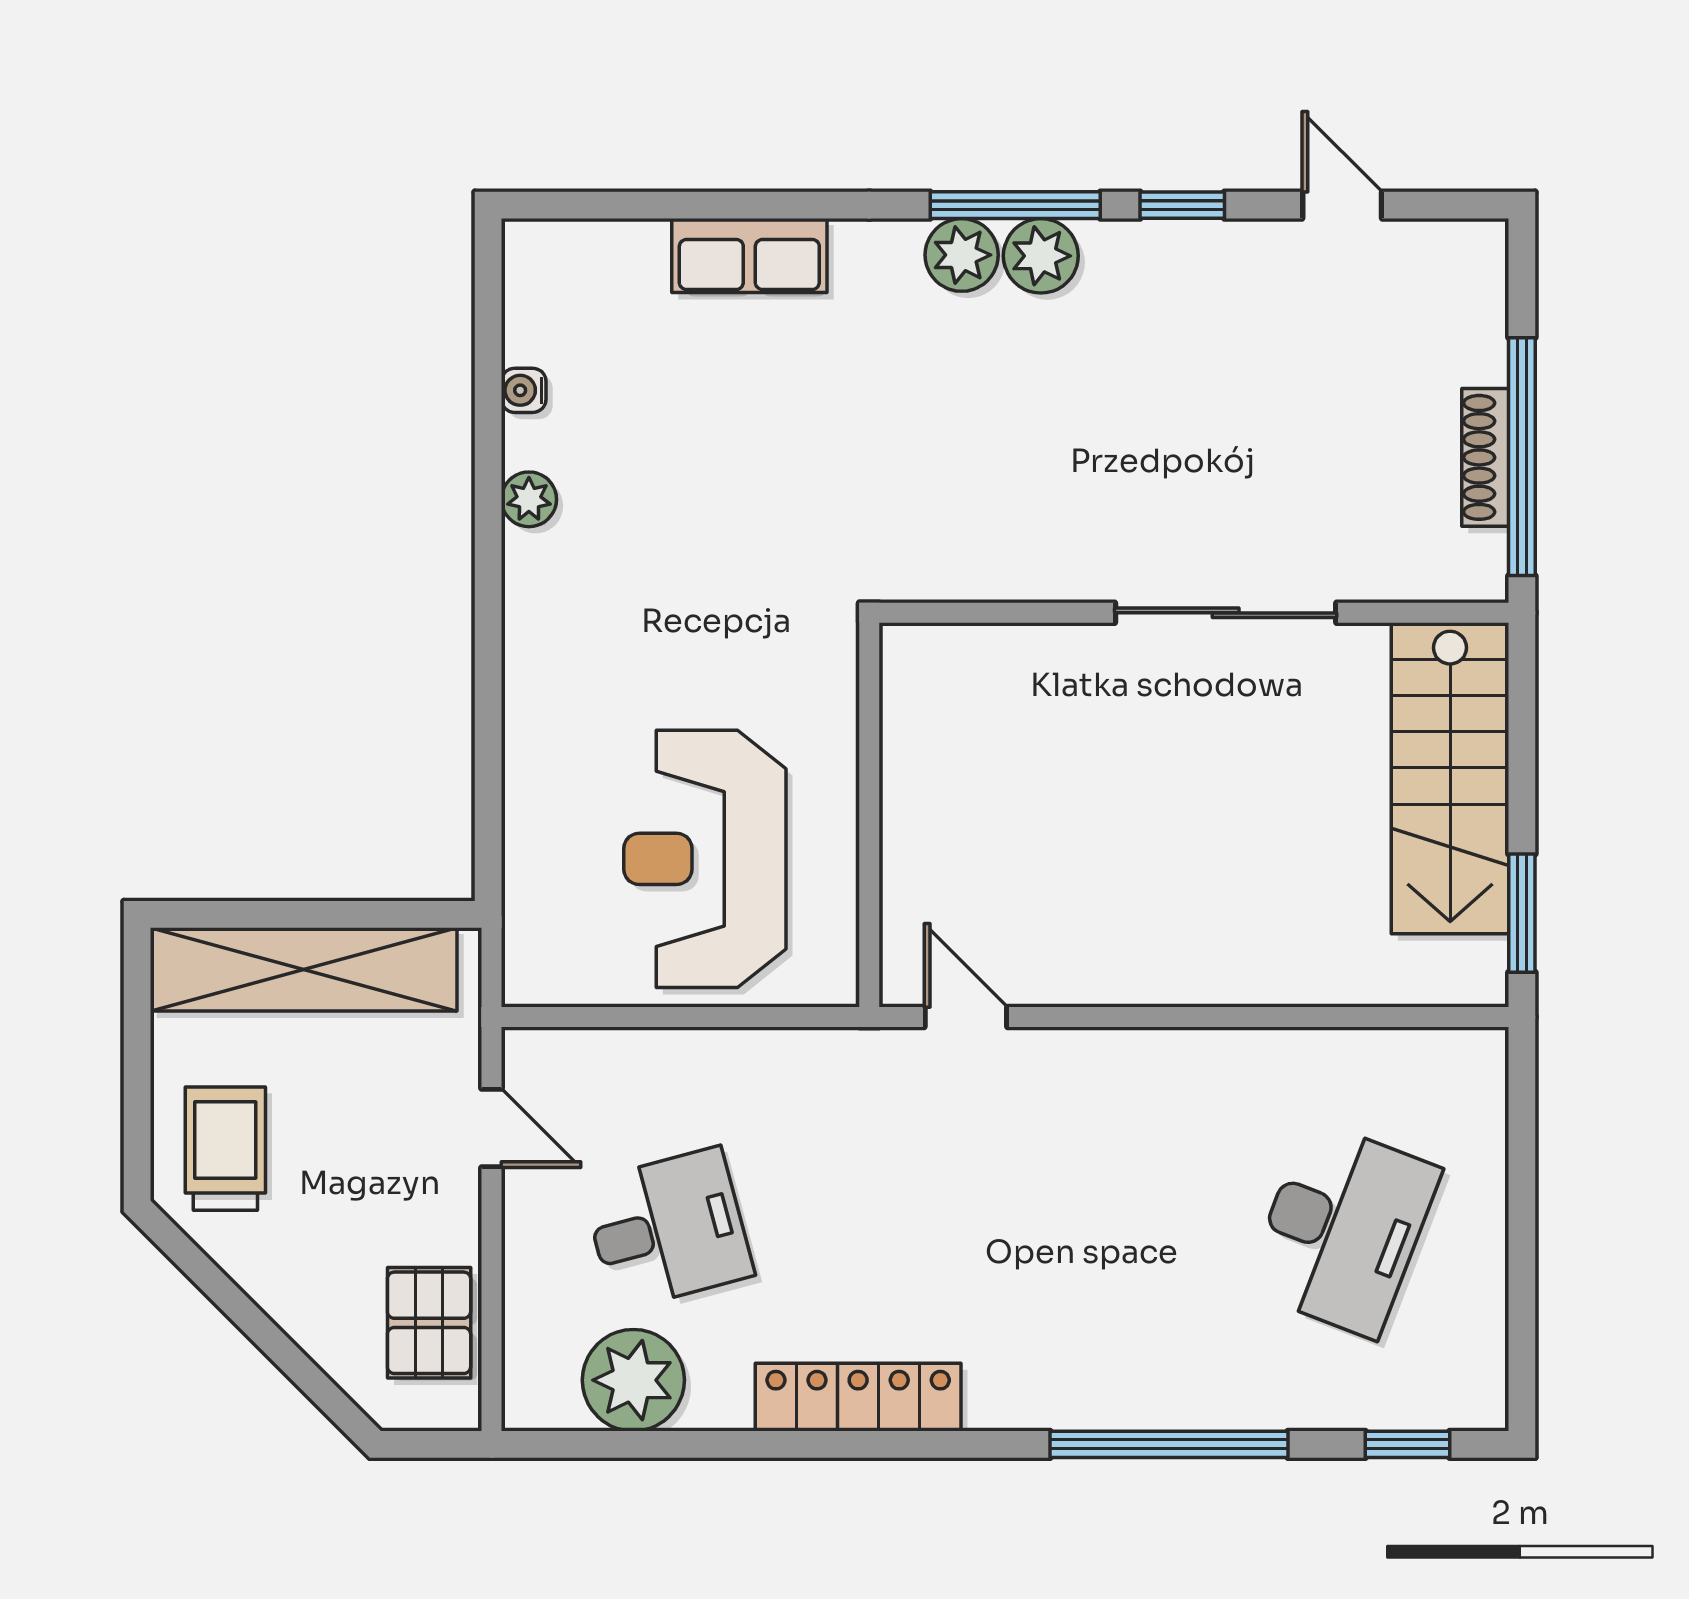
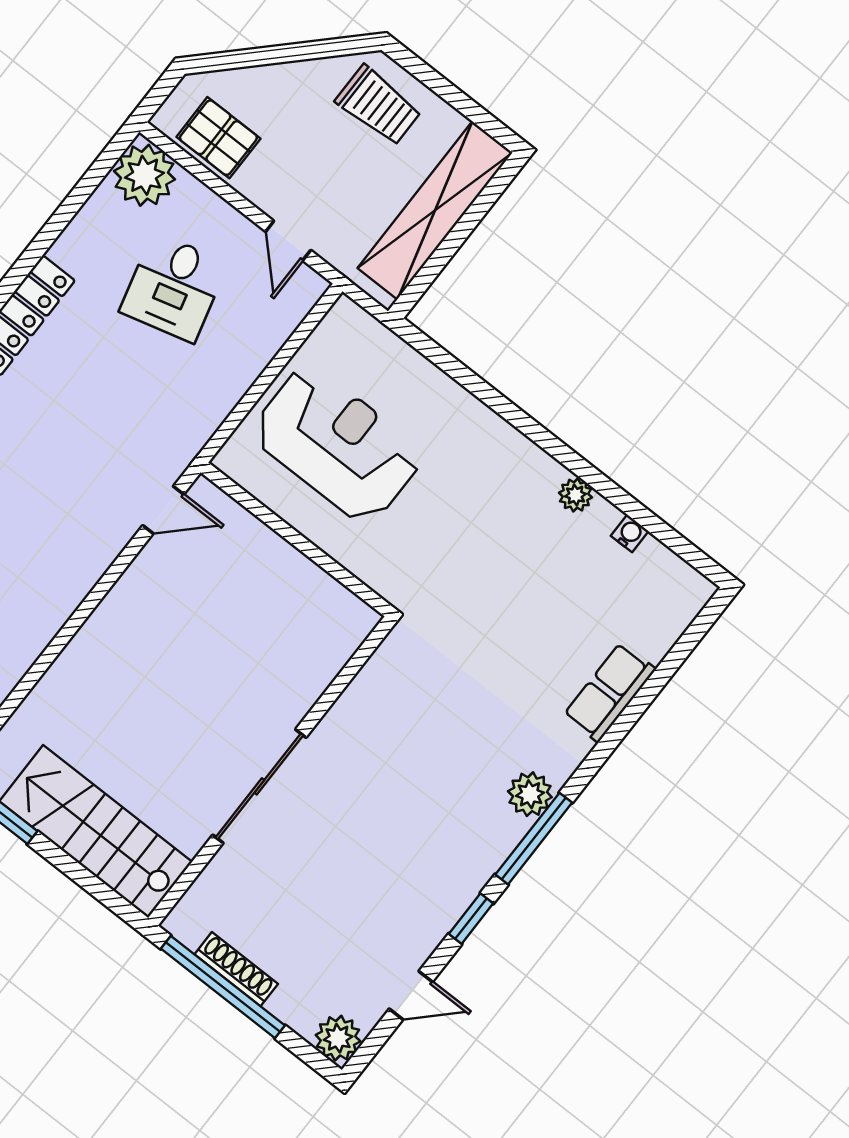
plant: (1041, 256) -> (338, 1038), moved
door: (492, 1128) -> (288, 241), hinge flipped
plant: (633, 1380) -> (145, 175), moved

